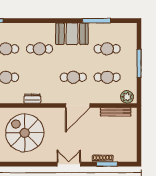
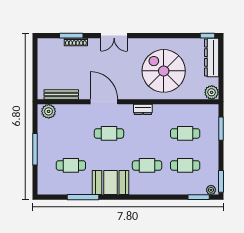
cafe table: (107, 77) -> (71, 133), removed
dresser: (32, 99) -> (143, 109), moved
door: (78, 105) -> (104, 102), hinge flipped
spiral stairs: (25, 133) -> (164, 71), turned 180

